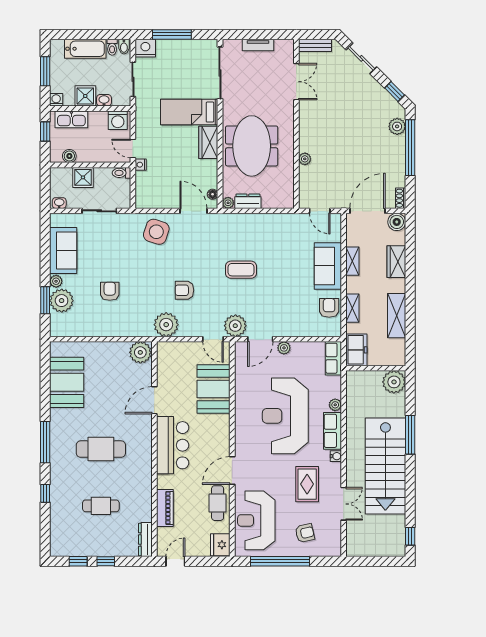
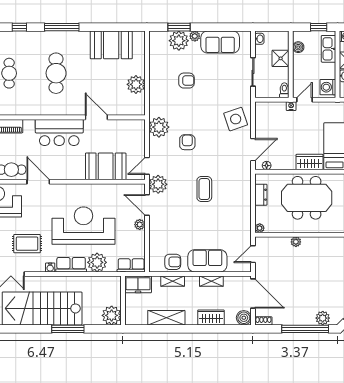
plant: (228, 203) -> (260, 228), moved
side table: (156, 232) -> (236, 119), turned -37
plant: (140, 352) -> (136, 84), moved
plant: (335, 405) -> (97, 262), width x1.88, depth x1.88

